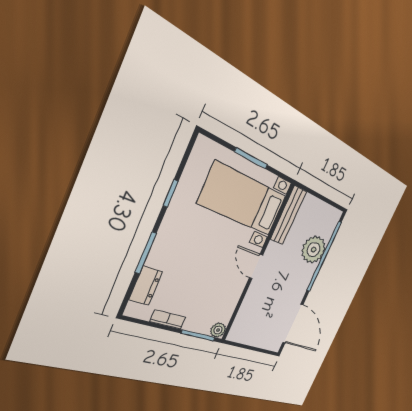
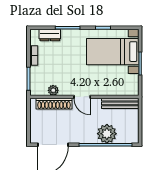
bed with nightstands: (243, 200) -> (113, 52), moved, turned -90
door: (256, 266) -> (82, 97), swing flipped
shoe rack: (247, 309) -> (54, 104), added
plant: (218, 330) -> (53, 90), moved

